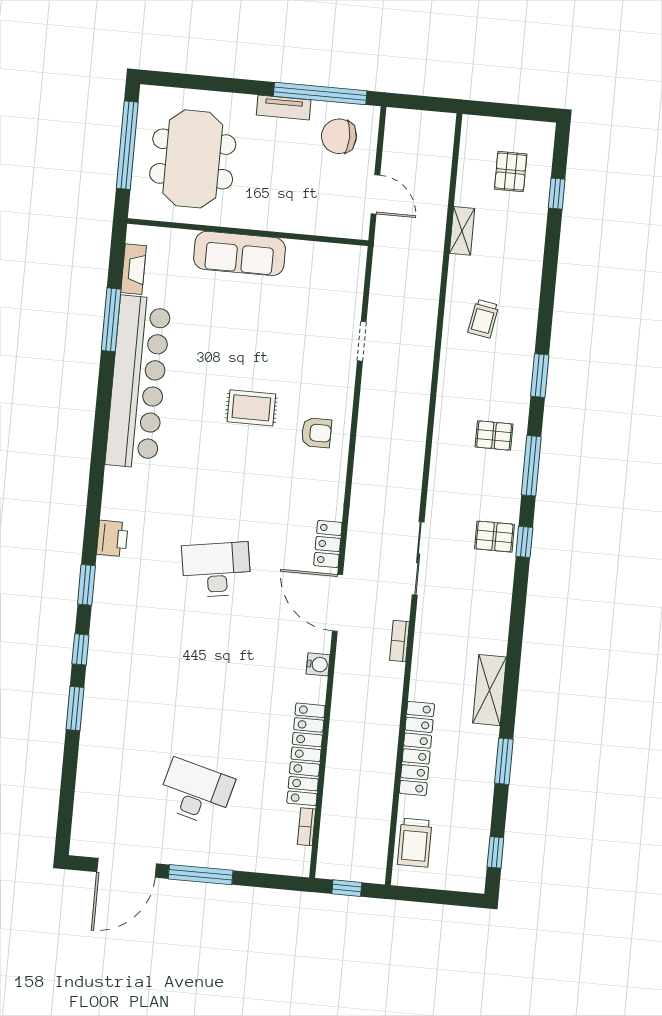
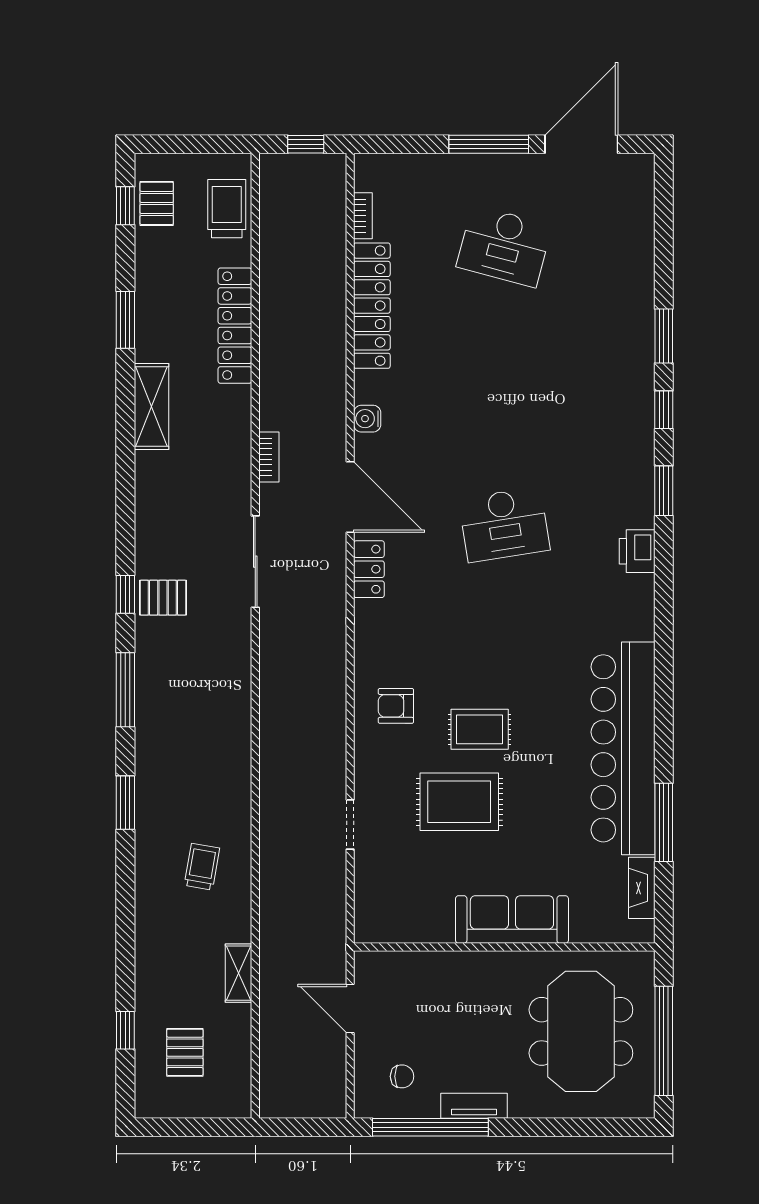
chair: (339, 136) -> (402, 1076), width x0.54, depth x0.54
rug: (273, 351) -> (459, 802), added
pallet: (494, 436) -> (157, 203), moved, turned 90

